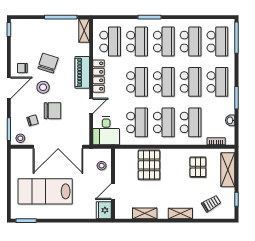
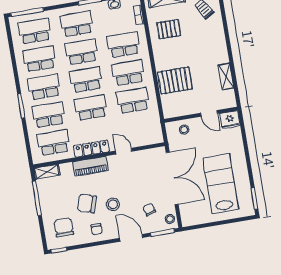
door: (9, 88) -> (131, 238), moved
chair: (53, 111) -> (64, 227), moved
desk: (106, 131) -> (147, 131), removed
lab bench: (45, 191) -> (221, 184), turned 180
shelving: (180, 213) -> (220, 39), removed

